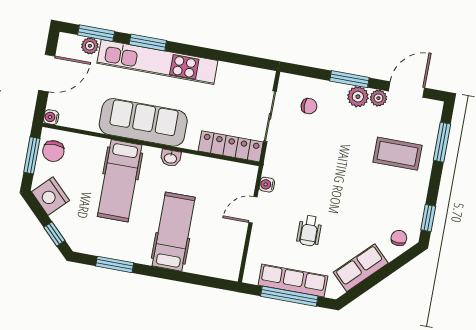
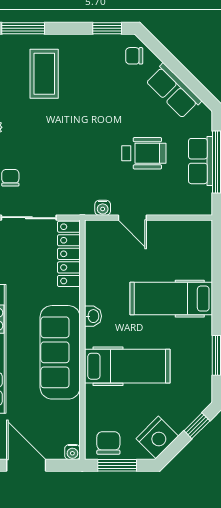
chair: (53, 151) -> (108, 443), turned -90
wheelchair: (309, 231) -> (144, 153), width x1.36, depth x1.37
row of seats: (293, 281) -> (200, 161), width x0.68

